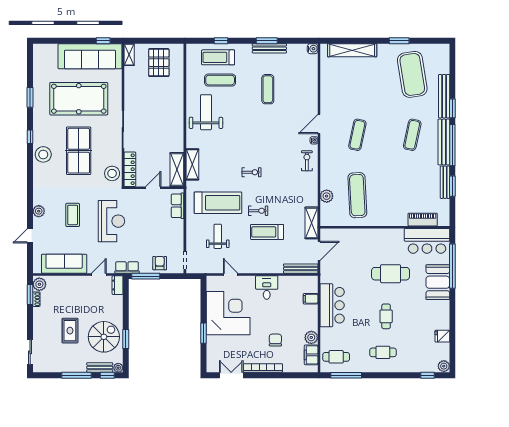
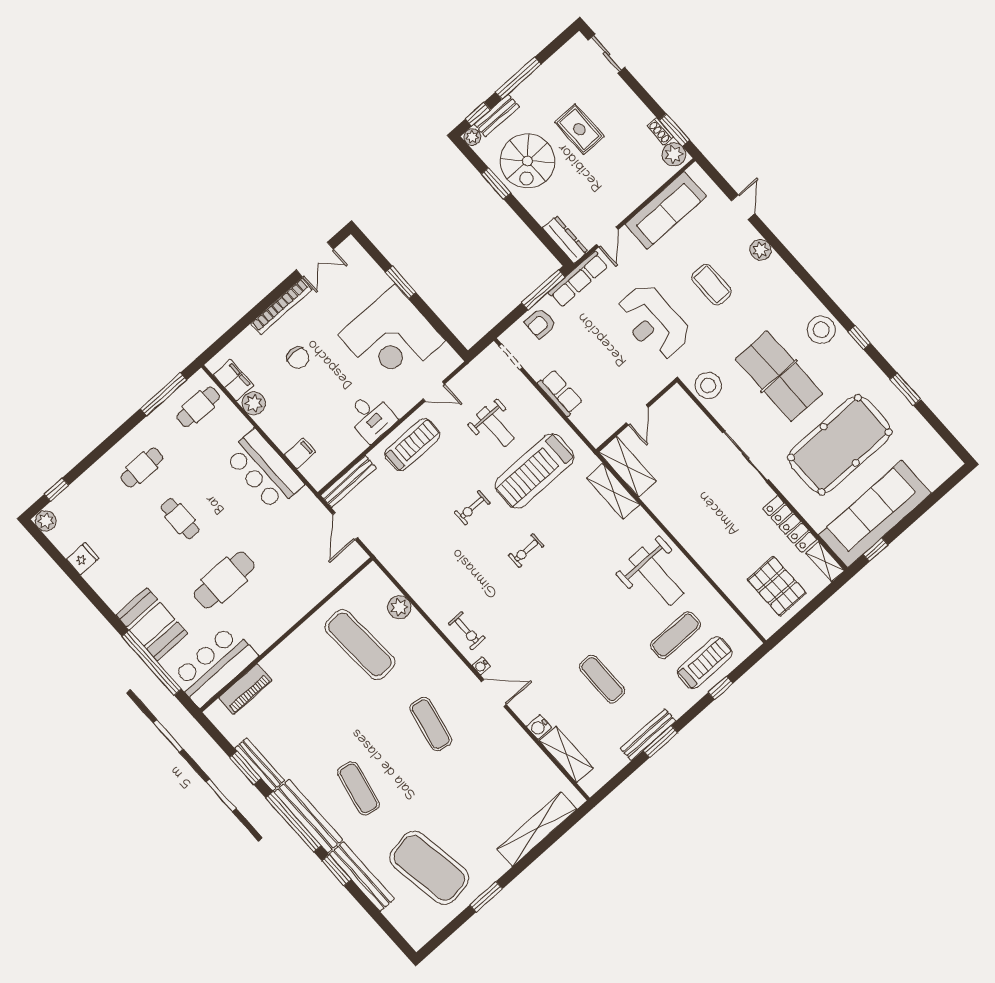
water cooler: (313, 49) -> (539, 727), moved
door: (319, 124) -> (494, 693), hinge flipped
locker: (130, 169) -> (790, 524), moved
row of seats: (178, 206) -> (560, 393), moved
shelving: (311, 223) -> (566, 755), moved
treadmill: (267, 232) -> (412, 445), moved
armchair: (160, 263) -> (540, 323), turned 90
row of seats: (127, 267) -> (578, 279), width x1.48
dresser: (118, 285) -> (565, 240), width x1.44

